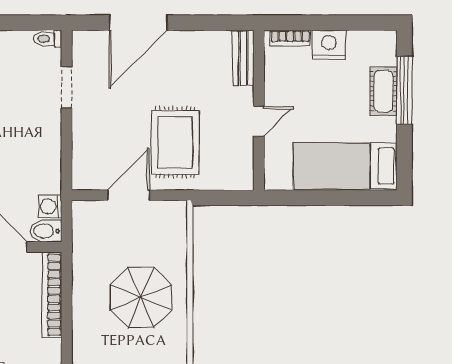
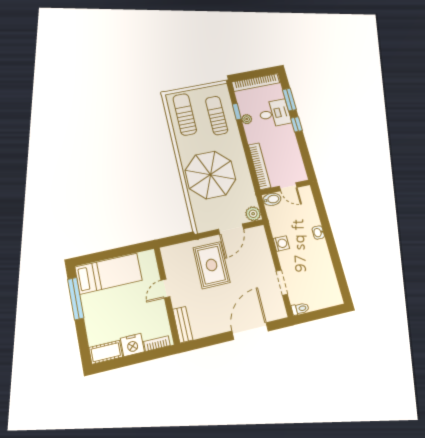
window: (404, 90) -> (76, 299), moved
cot: (383, 91) -> (106, 352), moved, turned 90
washing machine: (50, 206) -> (281, 244), moved
plant: (85, 213) -> (253, 214), added
parasol: (141, 297) -> (210, 175), width x1.36, depth x1.36

